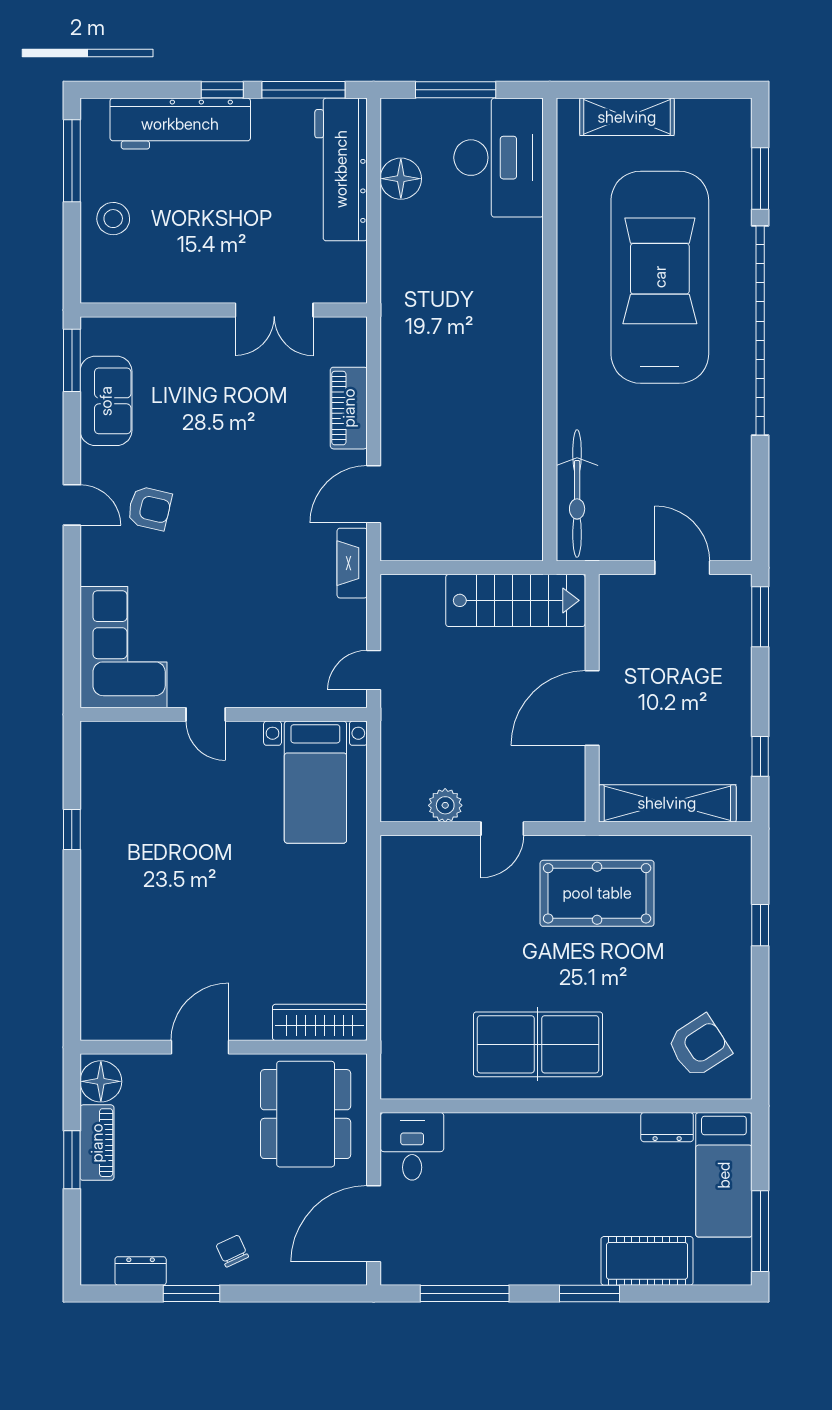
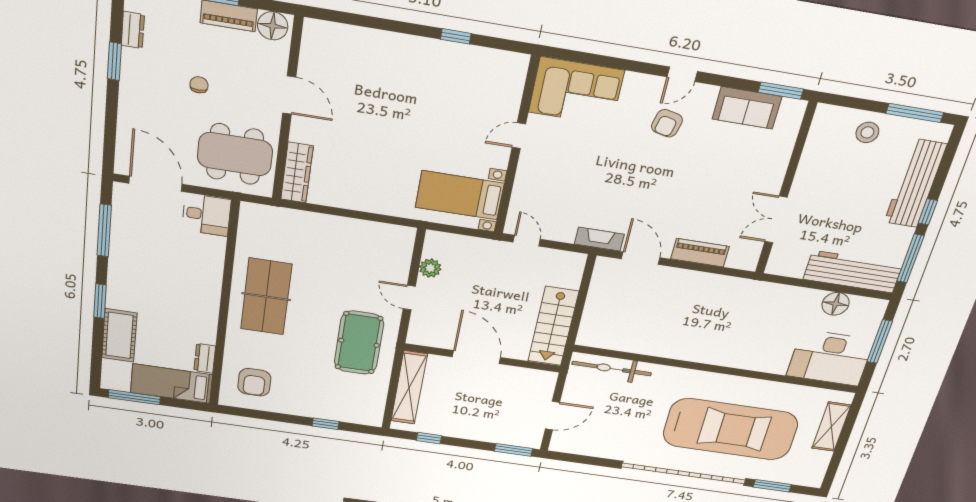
armchair: (699, 1046) -> (254, 382), turned 33
chair: (232, 1251) -> (199, 85), moved, turned -65

